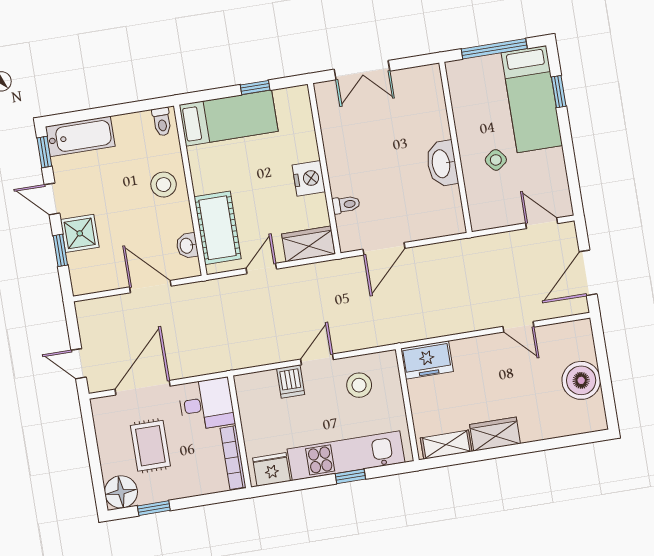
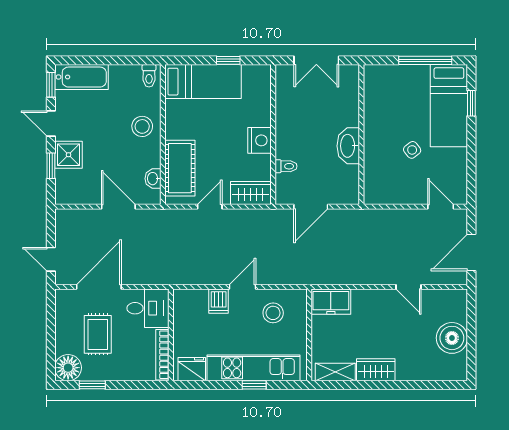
wall: (455, 147) -> (361, 135), moved
washbasin: (442, 164) -> (348, 146), moved

